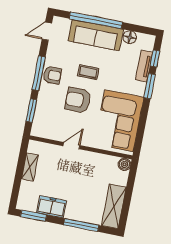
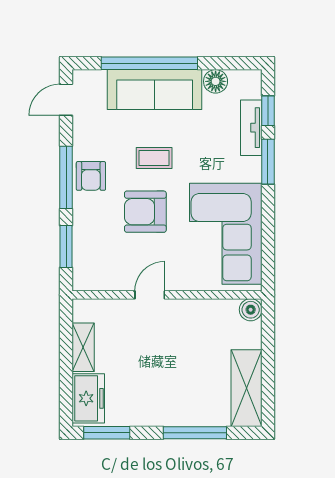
armchair: (52, 75) -> (91, 176), turned 90
freezer: (51, 207) -> (88, 398), moved, turned 90

